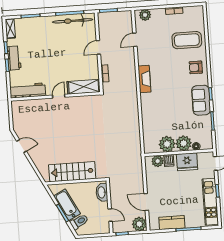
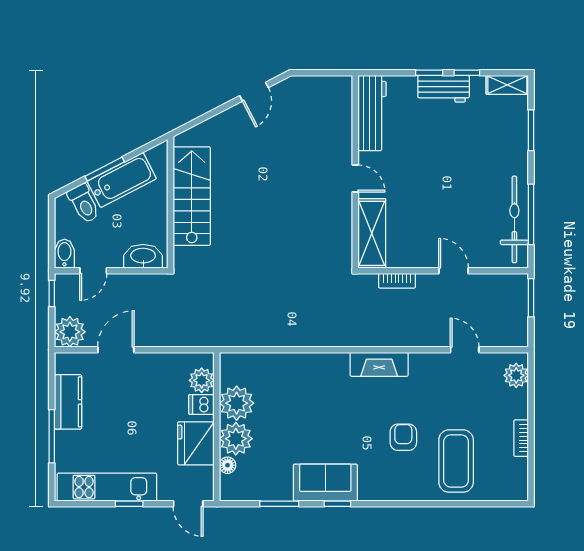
armchair: (196, 67) -> (403, 437), moved
bidet: (103, 229) -> (64, 254), added

